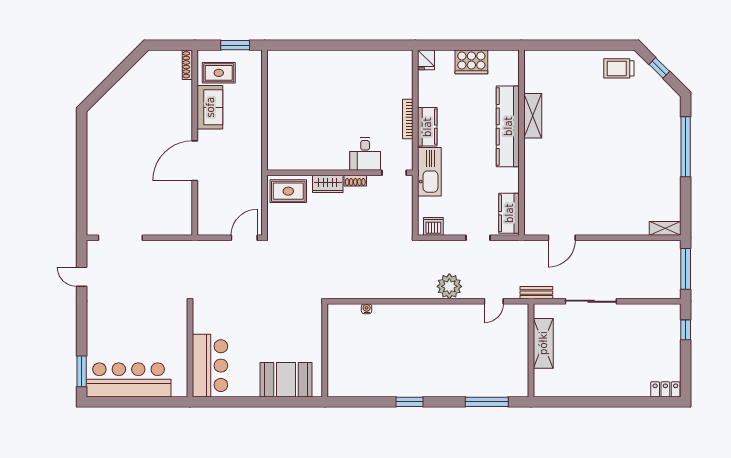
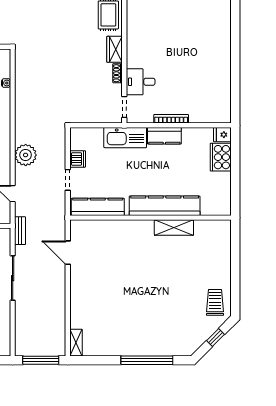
cooker: (471, 62) -> (221, 157), moved
kitchen counter: (509, 213) -> (98, 207), width x1.50
dishwasher: (433, 226) -> (78, 159), moved

